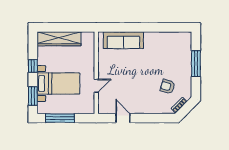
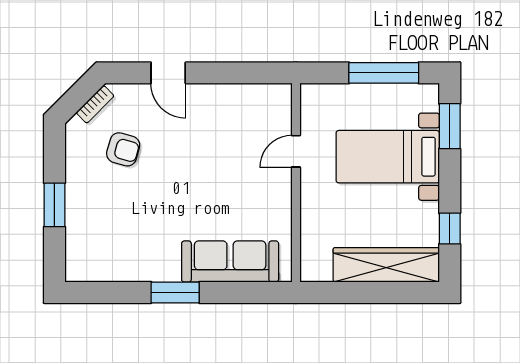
window: (146, 27) -> (175, 292), added
window: (196, 64) -> (54, 205), width x0.69
window: (33, 66) -> (450, 229), moved
door: (123, 118) -> (168, 73), moved

